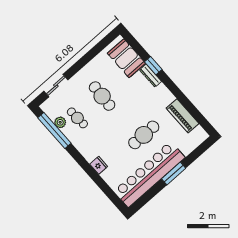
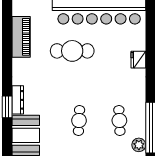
cafe table: (102, 96) -> (79, 121), width x0.73, depth x0.74
plant: (60, 122) -> (139, 145), moved

